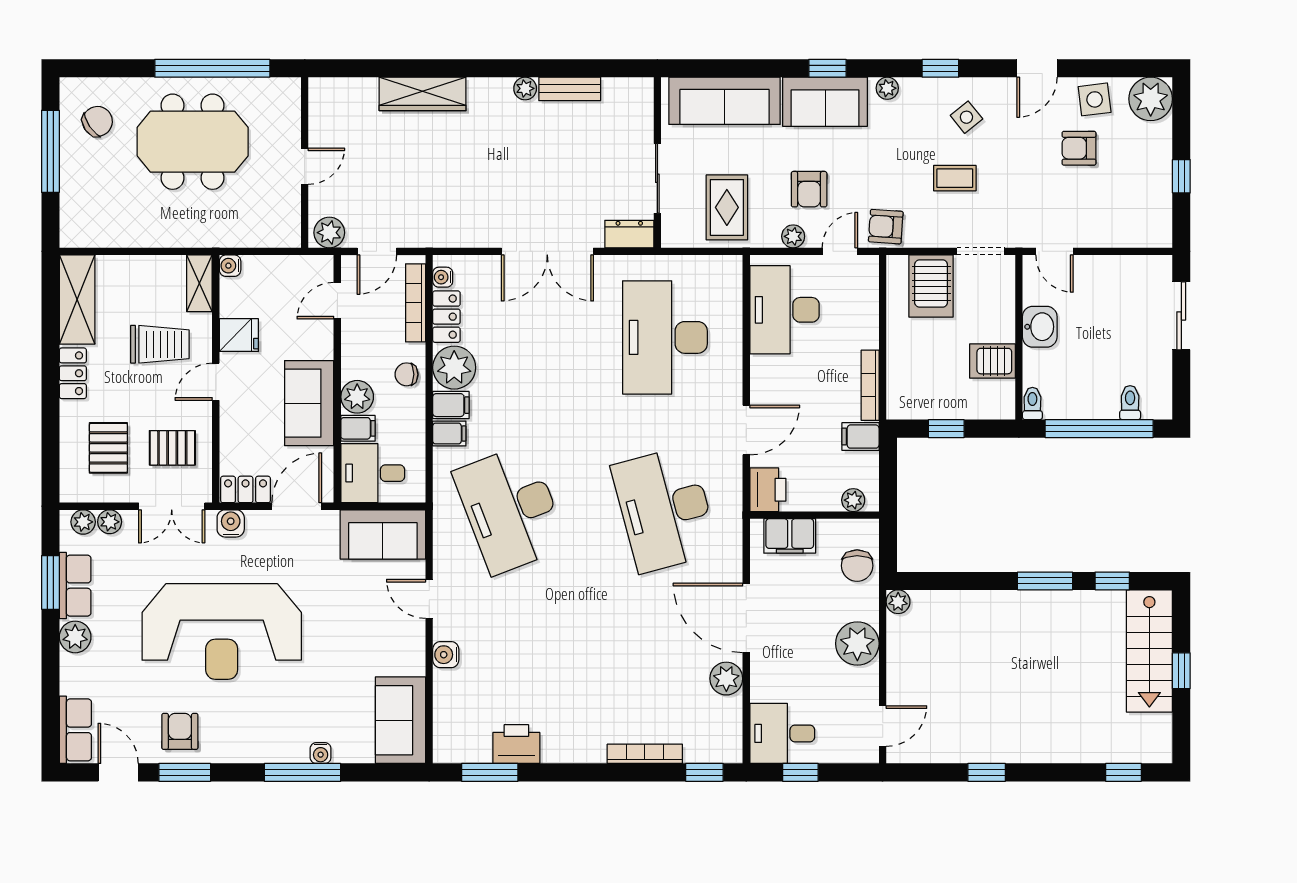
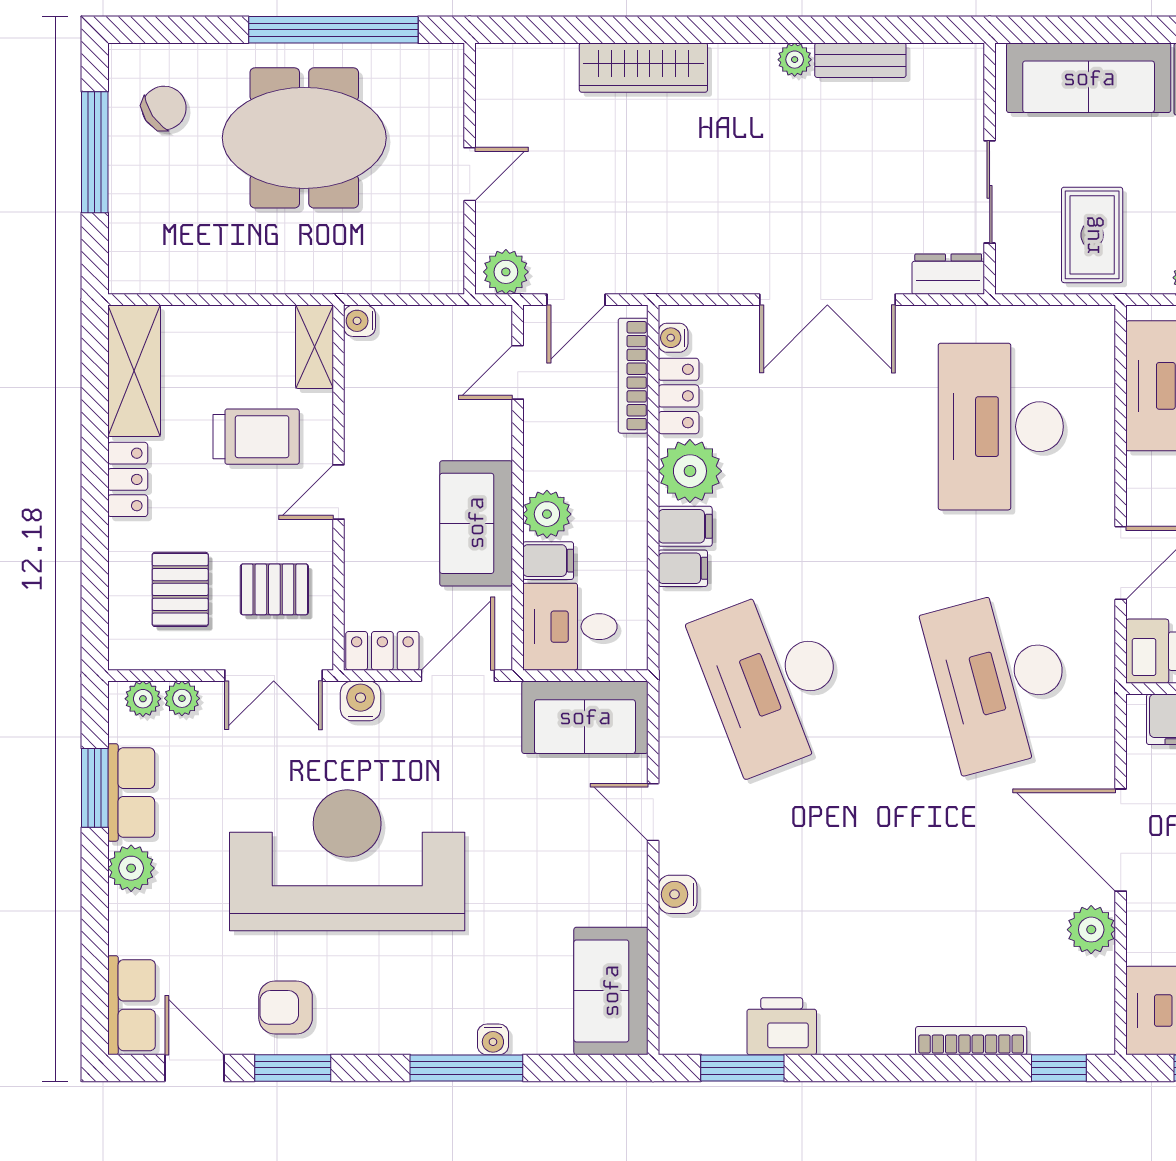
fridge: (239, 335) -> (373, 423), removed
chair: (407, 374) -> (620, 481), removed
reception desk: (222, 632) -> (347, 860), turned 180
armchair: (180, 731) -> (286, 1007), turned -90

